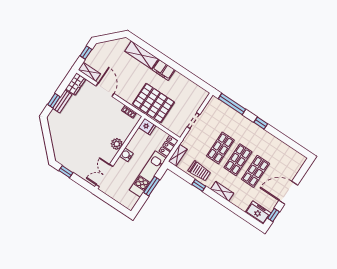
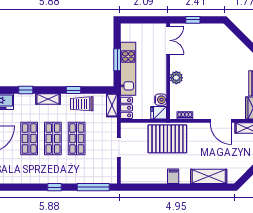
filing cabinet: (164, 70) -> (173, 176), width x0.50
water cooler: (126, 155) -> (161, 100), moved
window: (66, 172) -> (193, 20), moved
window: (234, 209) -> (26, 90), added

